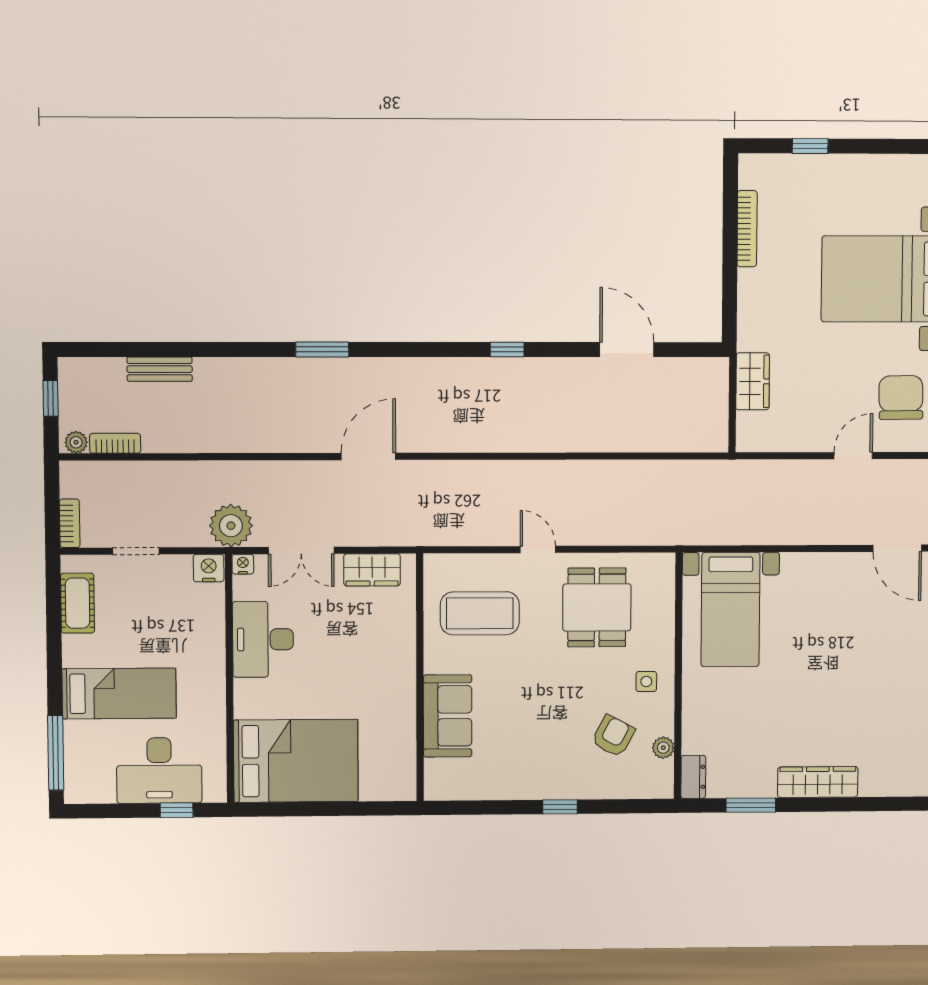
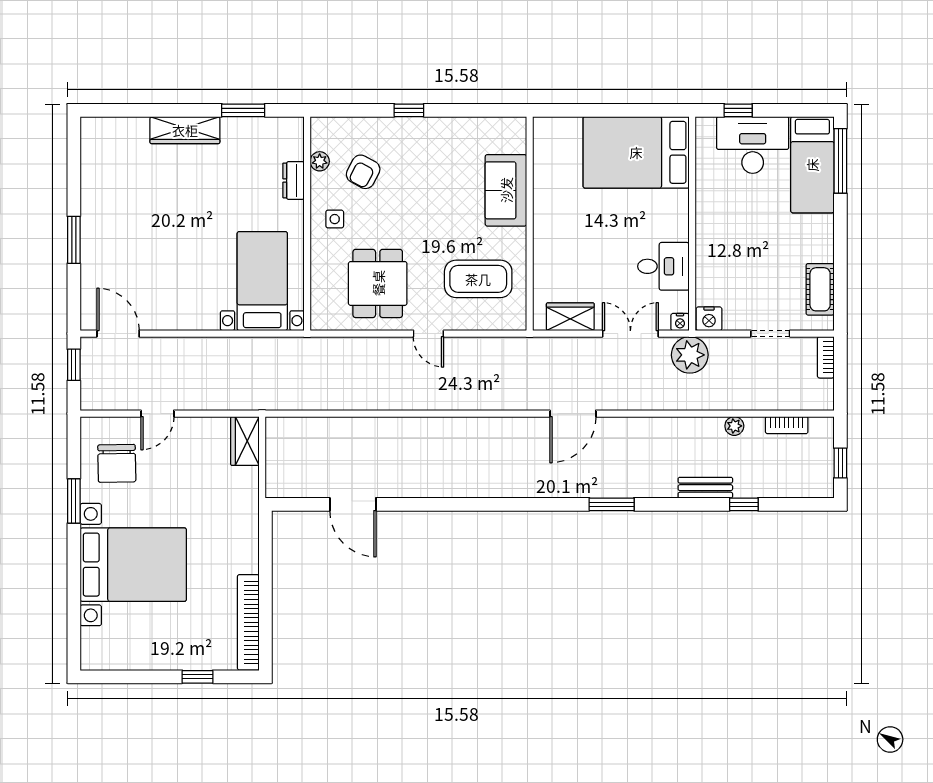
bookcase: (747, 229) -> (248, 622), width x1.48, depth x1.31
window: (507, 350) -> (744, 504), moved
bench: (160, 369) -> (705, 488), moved
wardrobe: (753, 381) -> (245, 441), moved
plant: (76, 442) -> (734, 426), moved
desk: (263, 639) -> (663, 266), width x0.73
bed: (119, 693) -> (812, 165), moved, turned -90
dresser: (693, 777) -> (293, 180), moved

